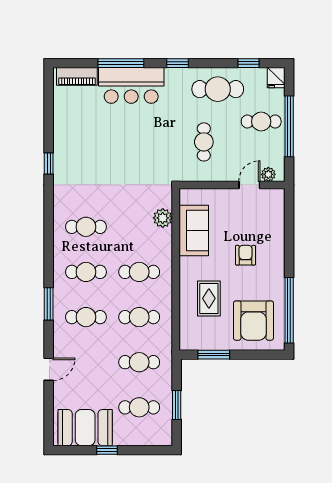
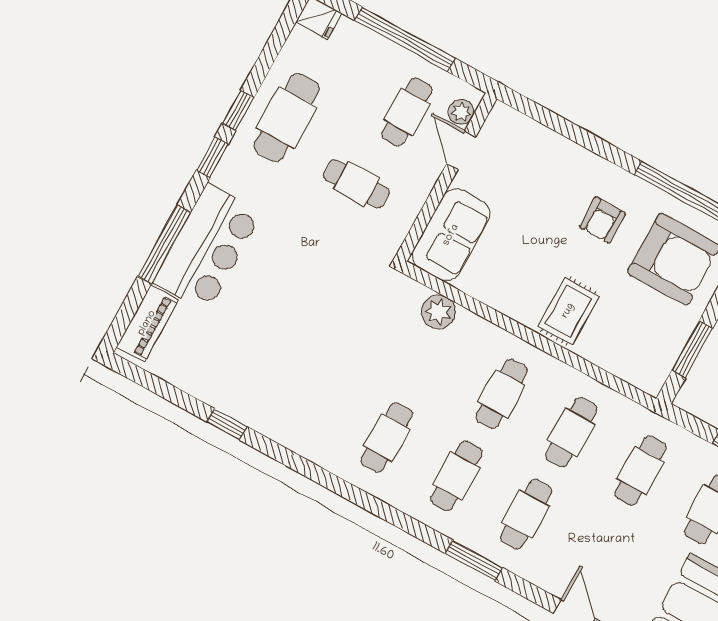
window: (248, 63) -> (238, 110), moved
cafe table: (261, 122) -> (407, 112), moved
window: (49, 163) -> (227, 424), moved
sofa: (194, 231) -> (451, 235), moved, turned 90
armchair: (246, 255) -> (602, 220), moved, turned -90
rug: (209, 298) -> (568, 311), moved, turned 90

